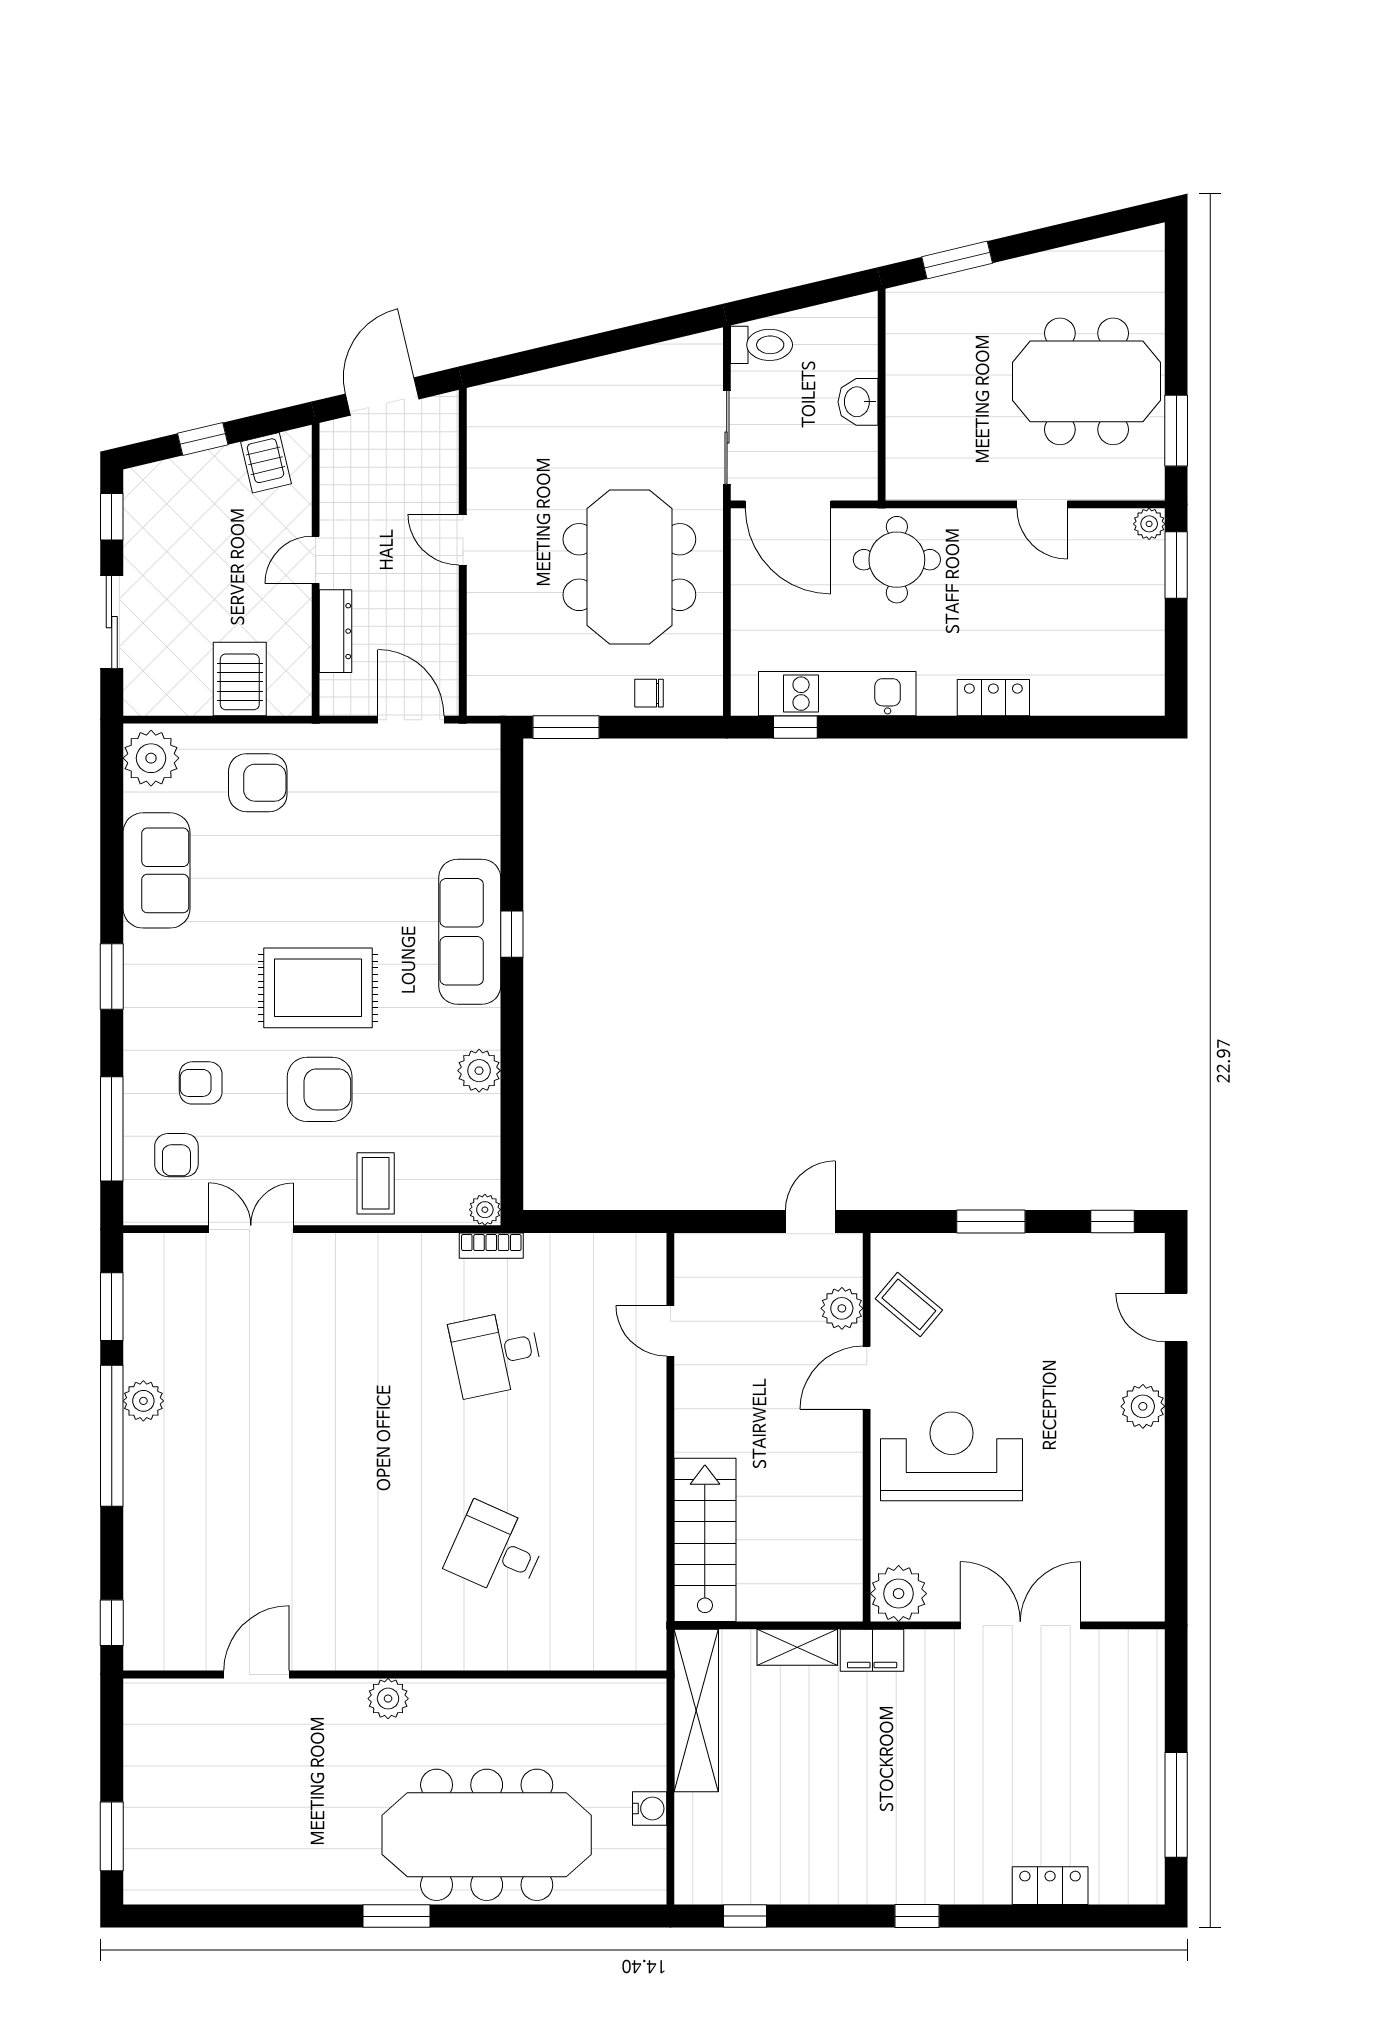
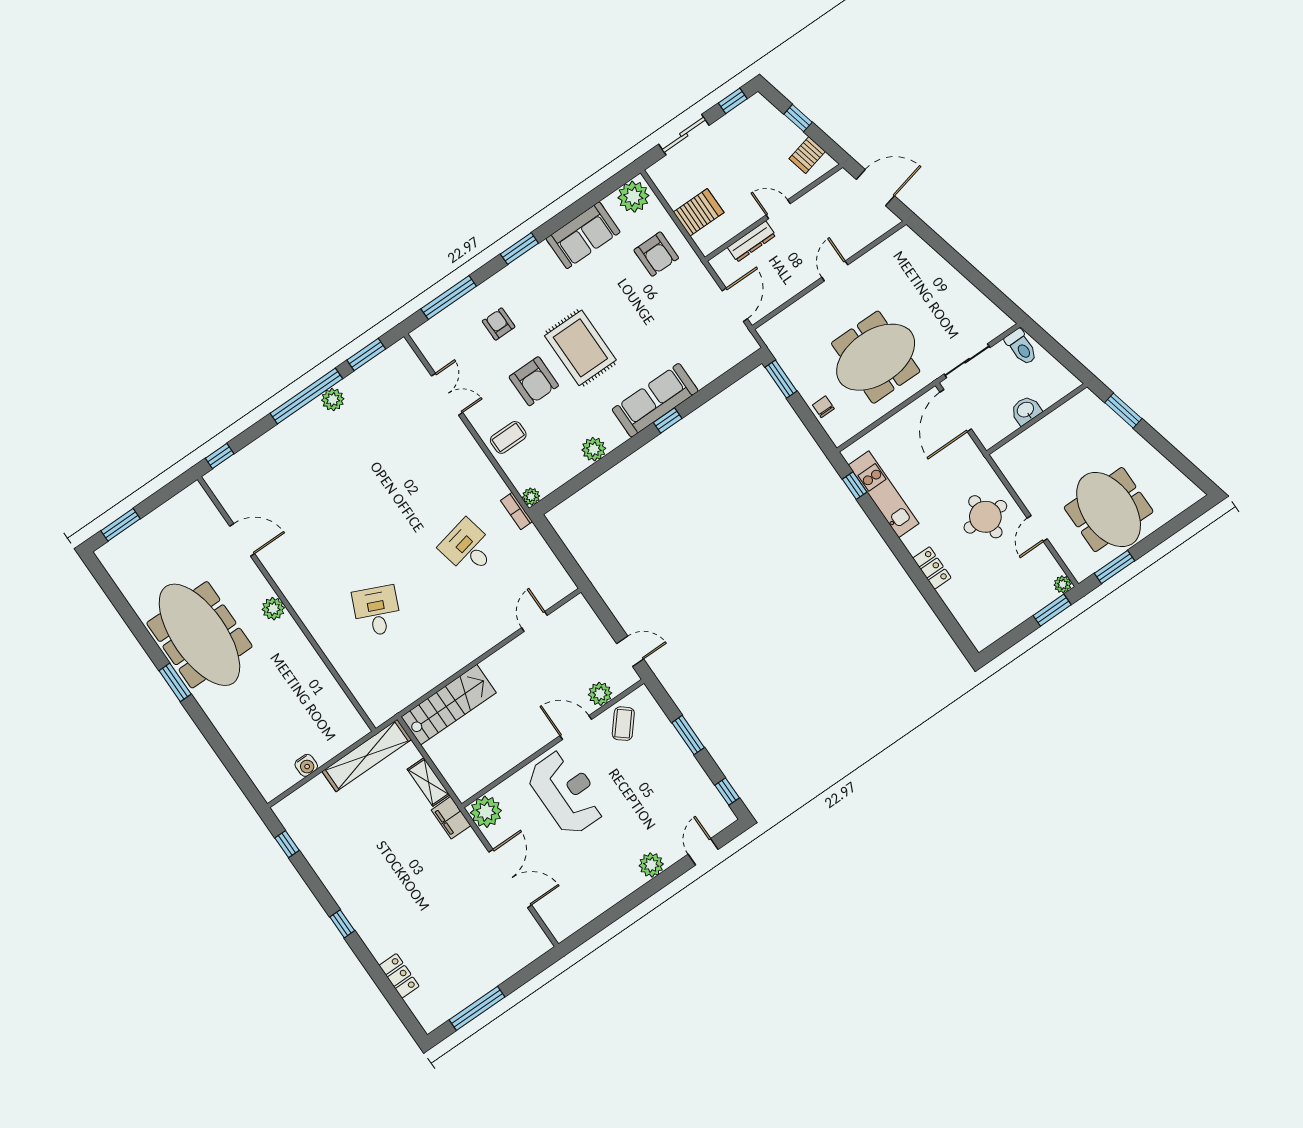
round table: (897, 560) -> (985, 517), moved
armchair: (176, 1155) -> (457, 336), removed
meeting table: (487, 1835) -> (199, 635), moved

